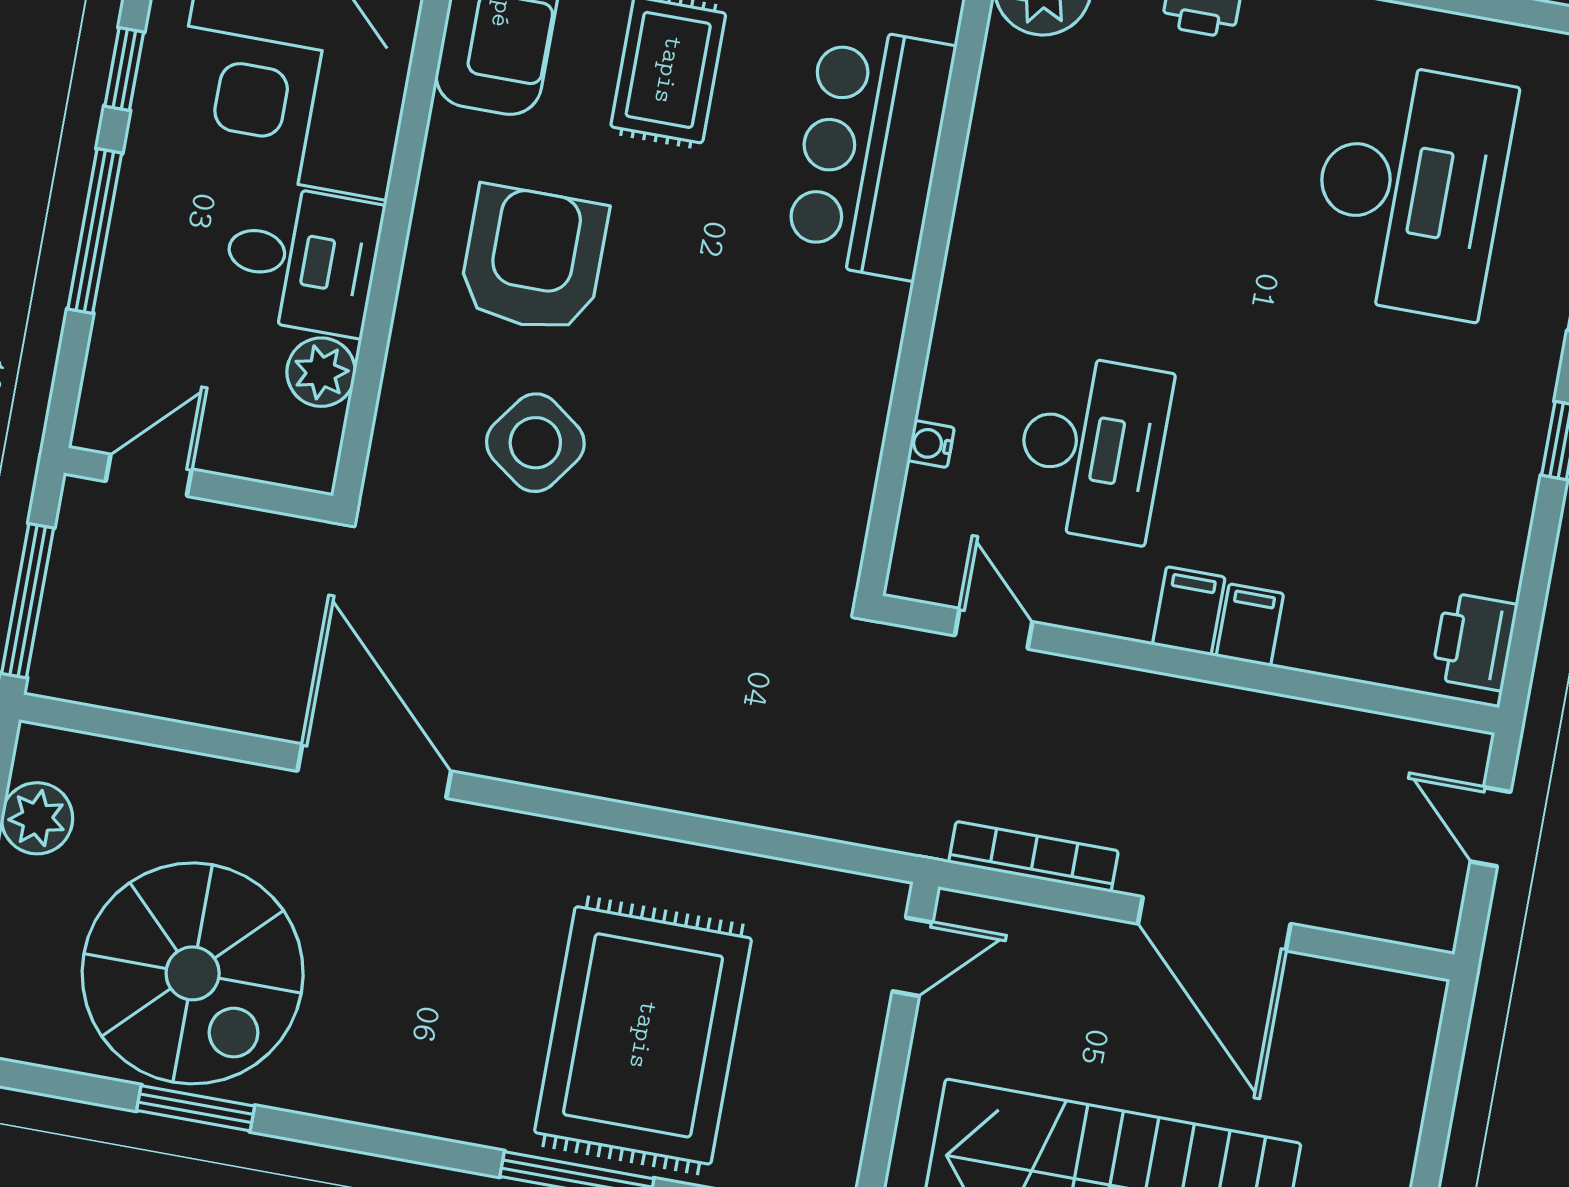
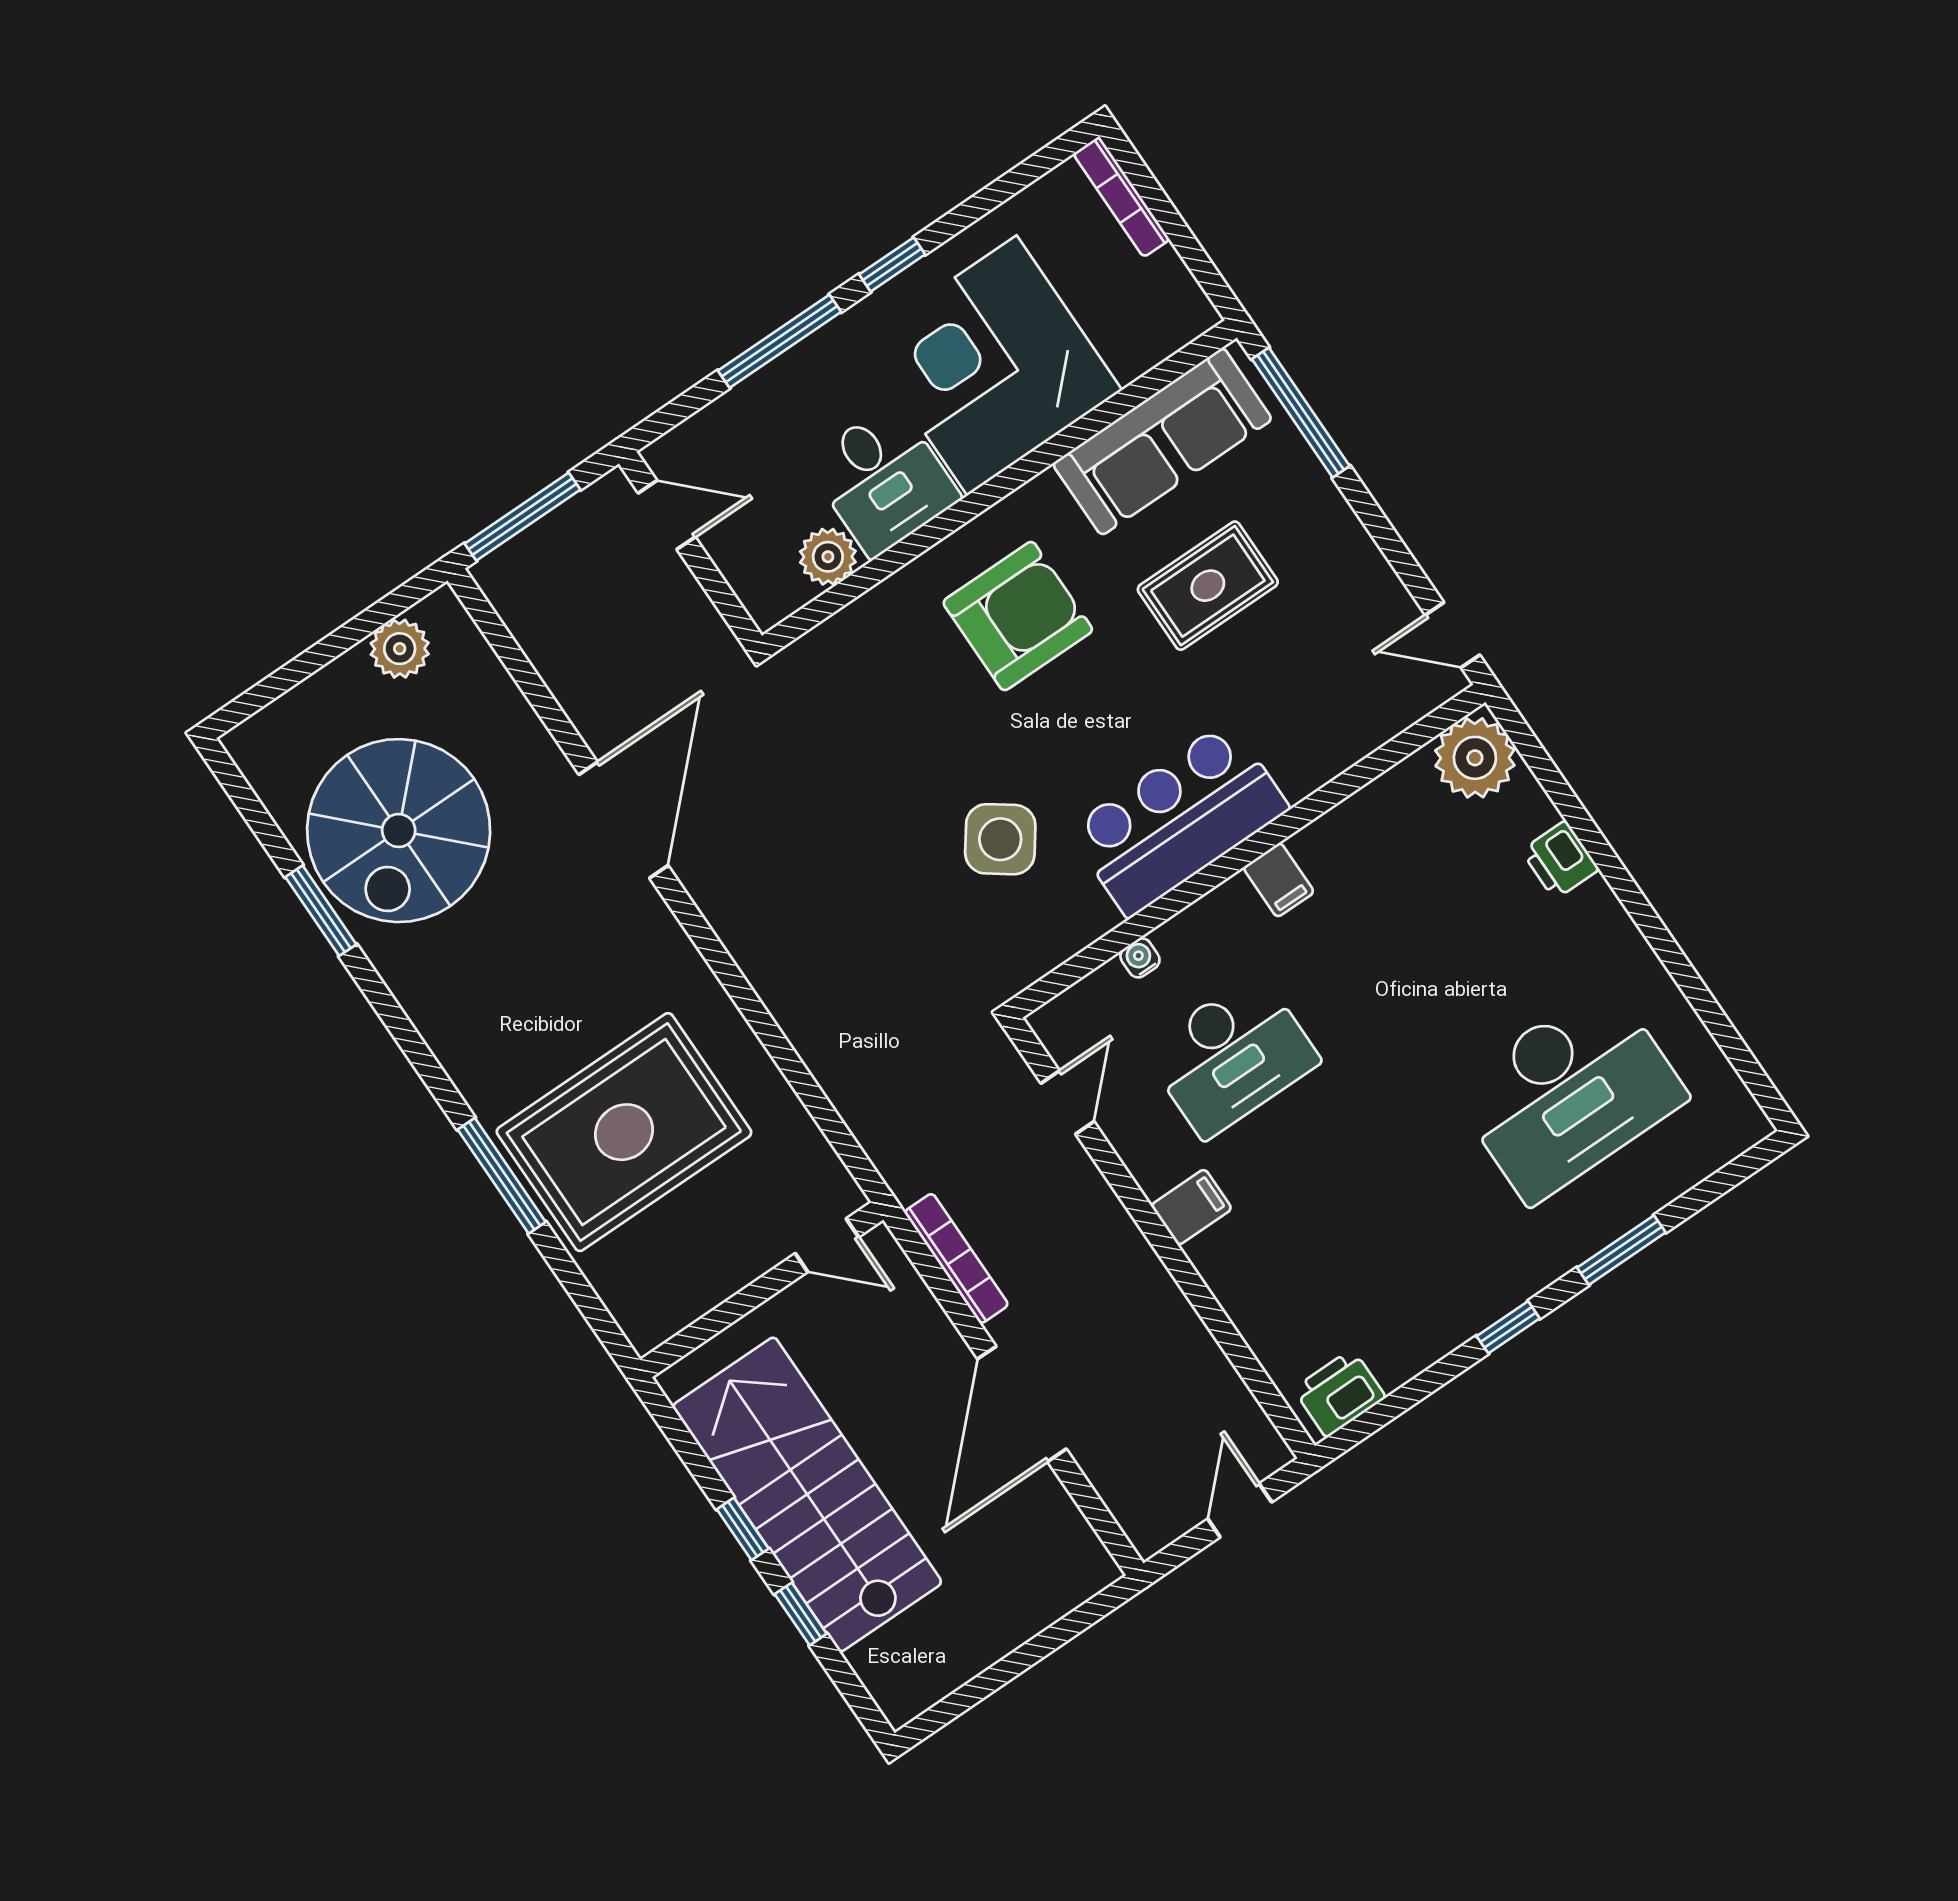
bar counter: (870, 152) -> (1179, 819), moved
side table: (535, 443) -> (1000, 839), moved
filing cabinet: (1250, 625) -> (1279, 880), moved, turned 90

